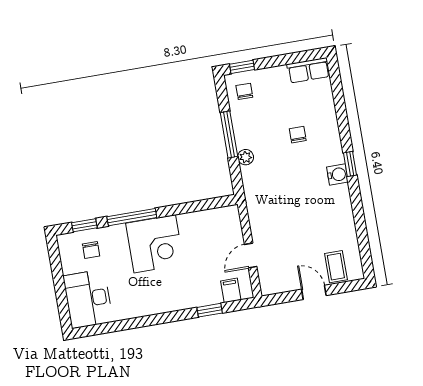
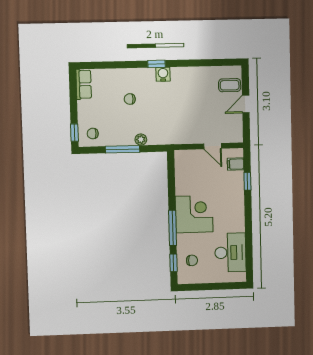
desk: (88, 299) -> (230, 253), moved, turned -90

